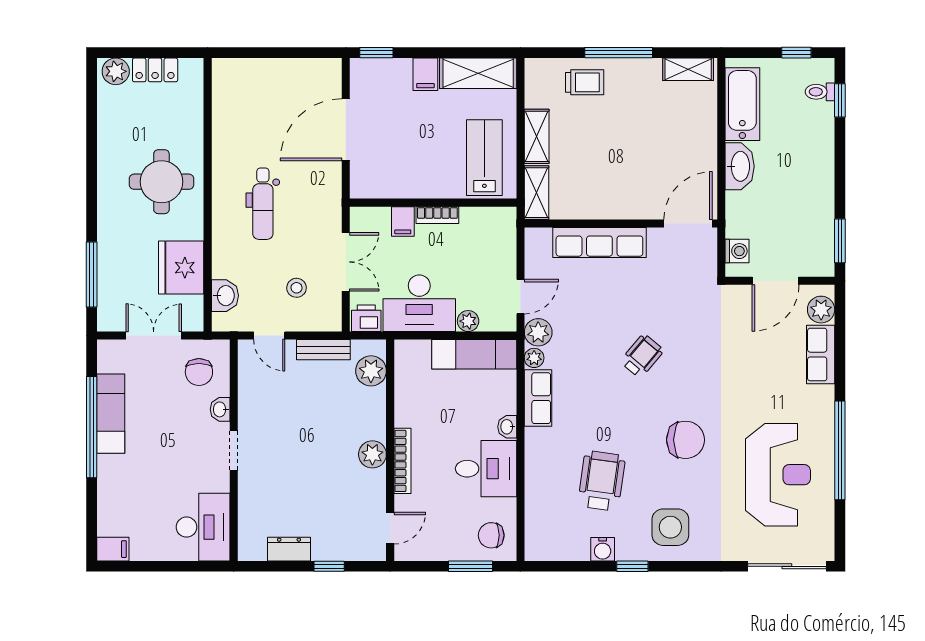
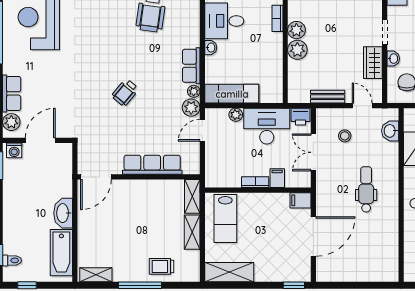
filing cabinet: (425, 74) -> (301, 200), moved, turned -90
washing machine: (737, 251) -> (14, 150), moved, turned -90
plant: (371, 371) -> (297, 50), moved
wardrobe: (252, 403) -> (373, 63), added
chair: (686, 440) -> (97, 39), removed
bookcase: (402, 461) -> (277, 18), width x0.64

